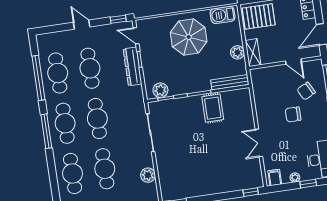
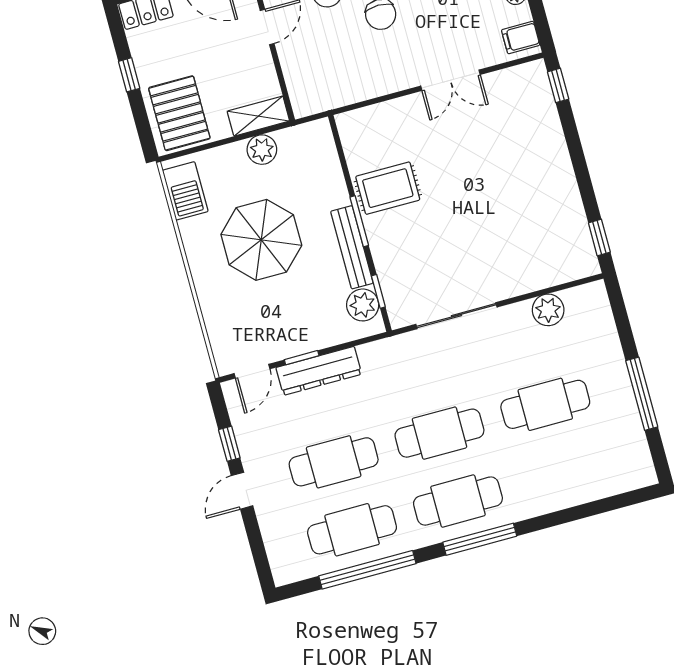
window: (118, 19) -> (229, 444), moved
parasol: (189, 37) -> (261, 240), moved
bench: (230, 82) -> (352, 247), moved
cafe table: (73, 173) -> (564, 472), removed

